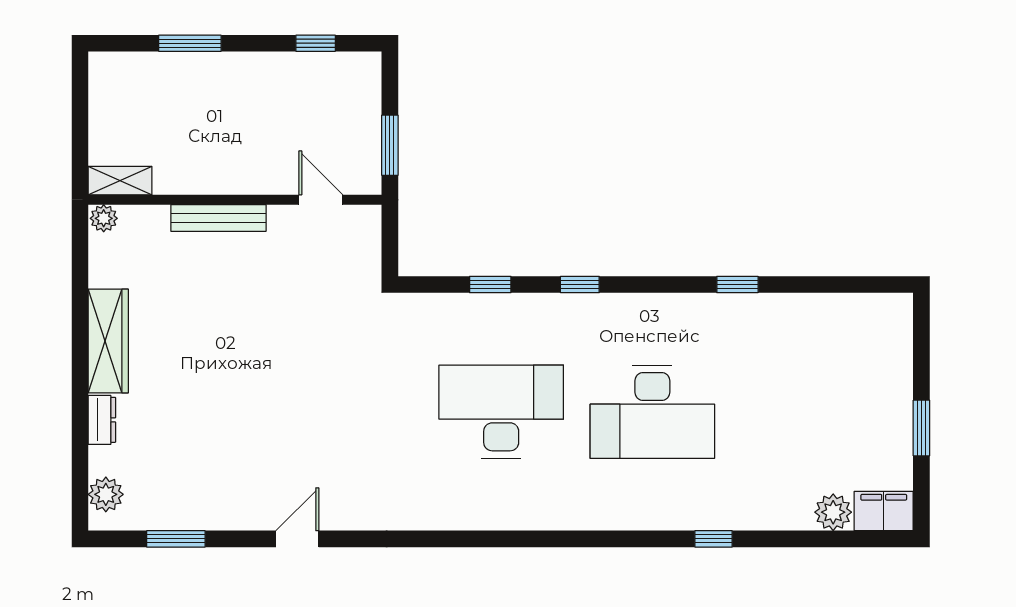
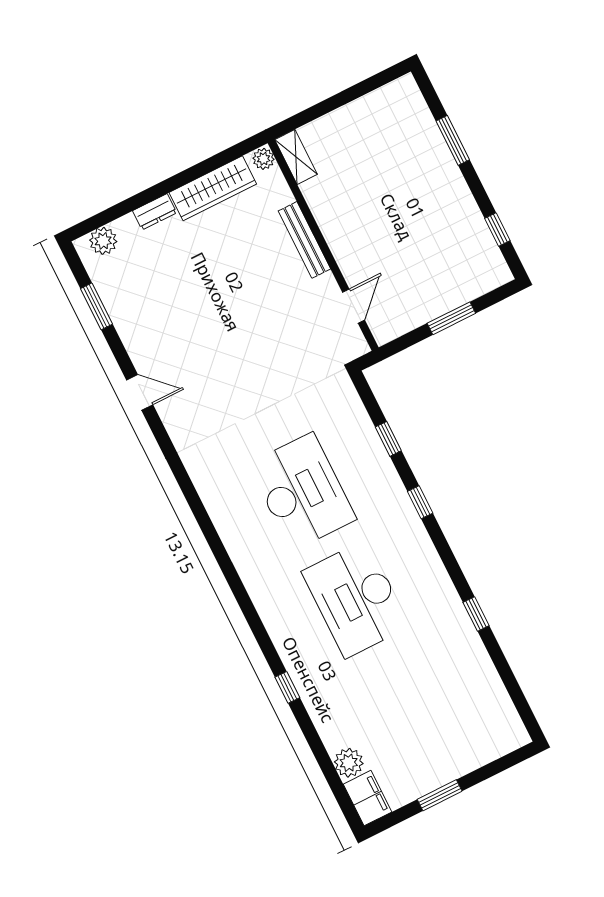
shelving: (120, 181) -> (296, 157), moved
wall: (235, 200) -> (323, 245), moved
door: (321, 200) -> (354, 306), moved
plant: (104, 218) -> (263, 159), moved
bench: (218, 218) -> (304, 240), moved

